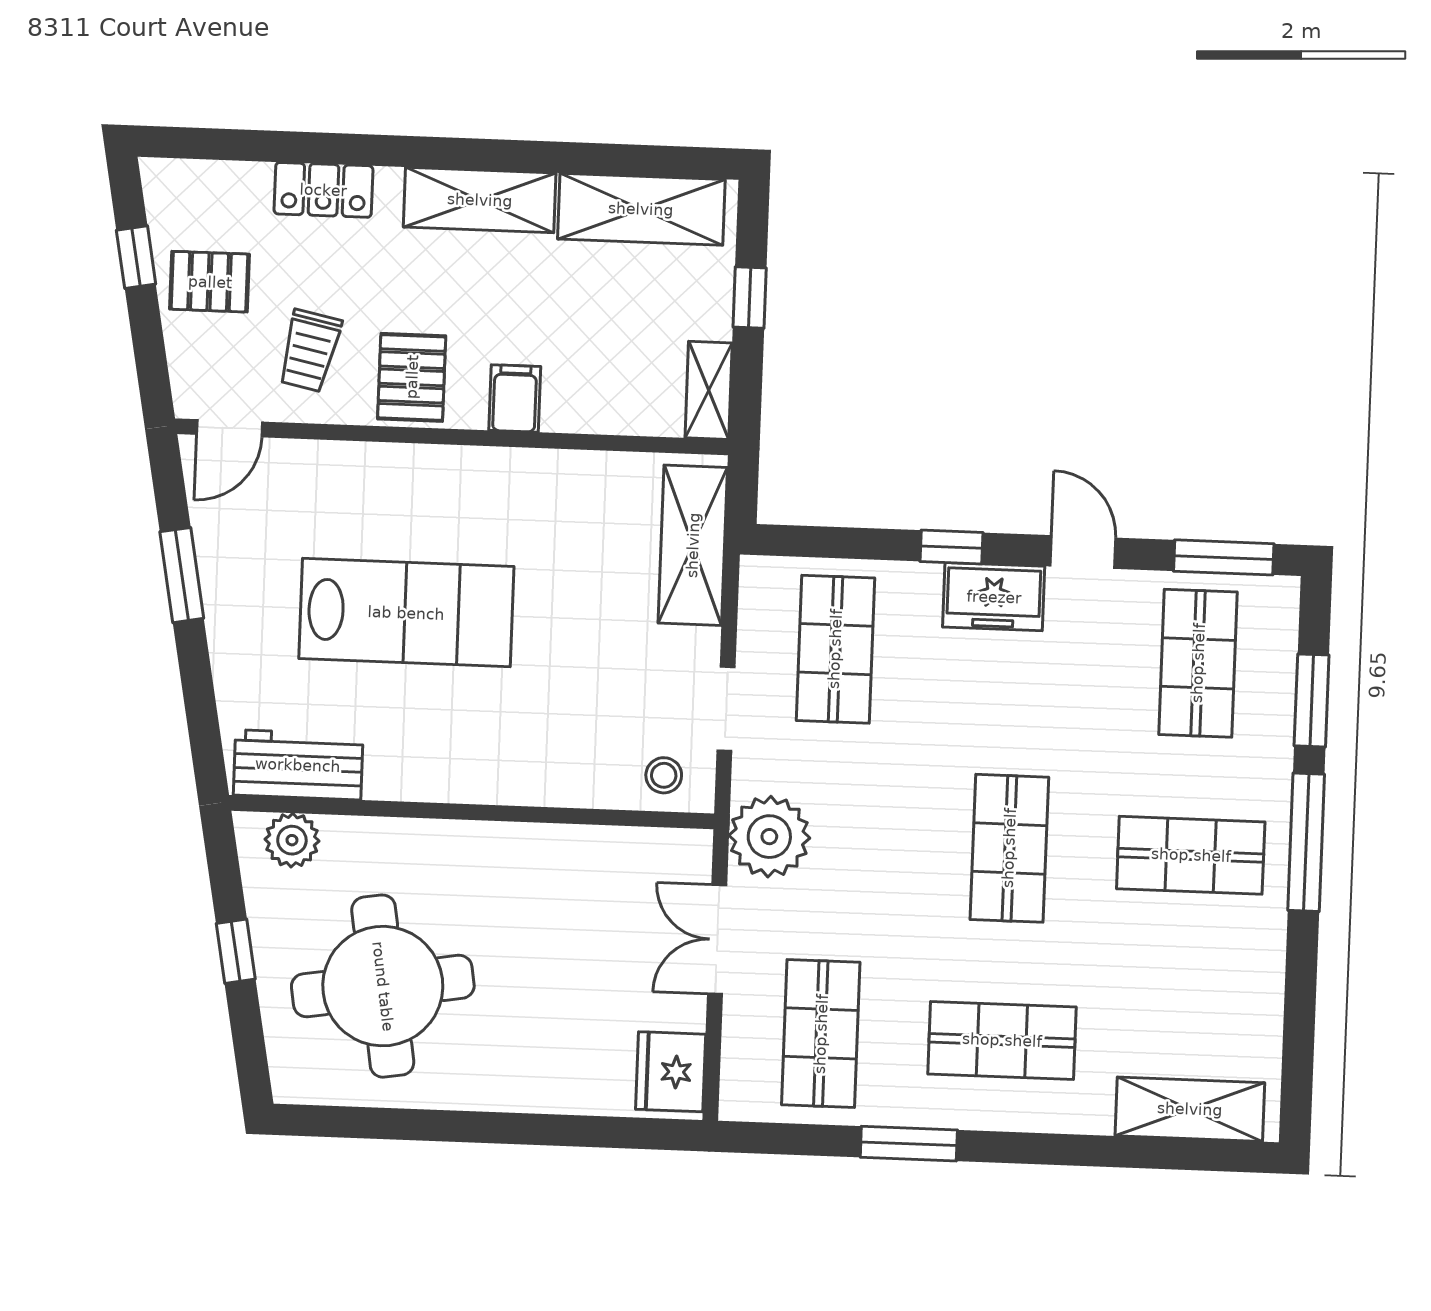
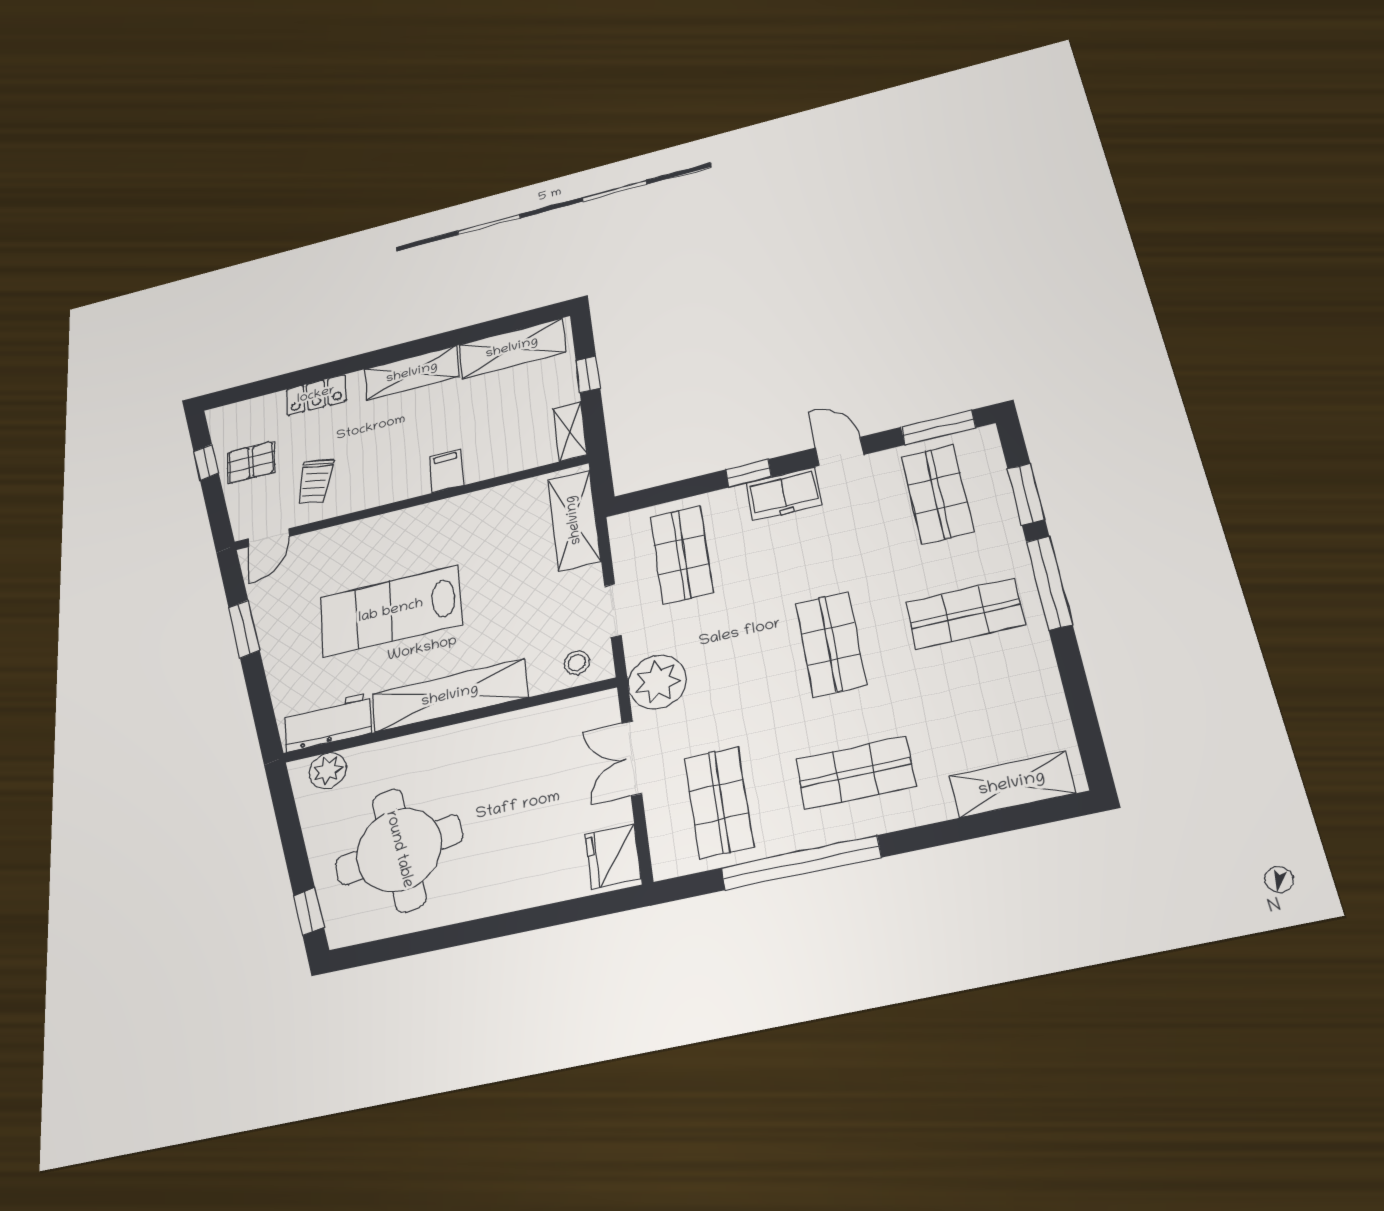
pallet: (412, 377) -> (380, 478), removed
lab bench: (406, 613) -> (391, 611), turned 180
shelving: (478, 774) -> (450, 696), added
window: (236, 951) -> (309, 911), moved
window: (909, 1144) -> (801, 863), width x2.11

